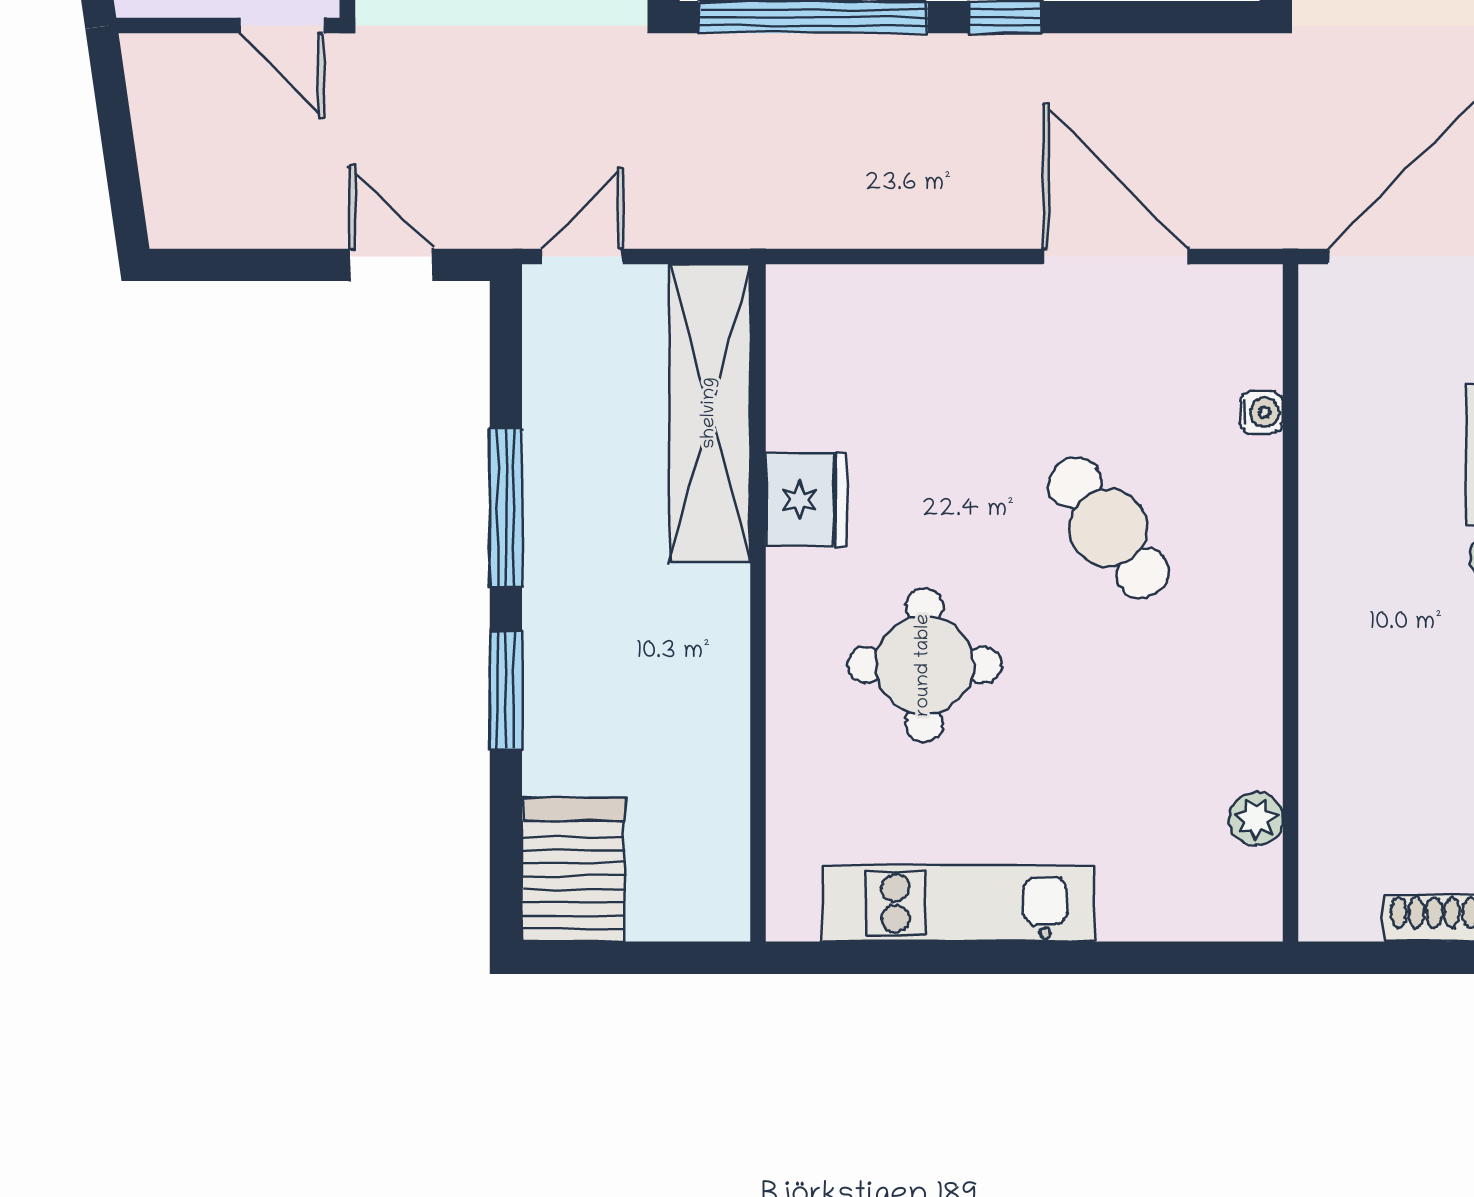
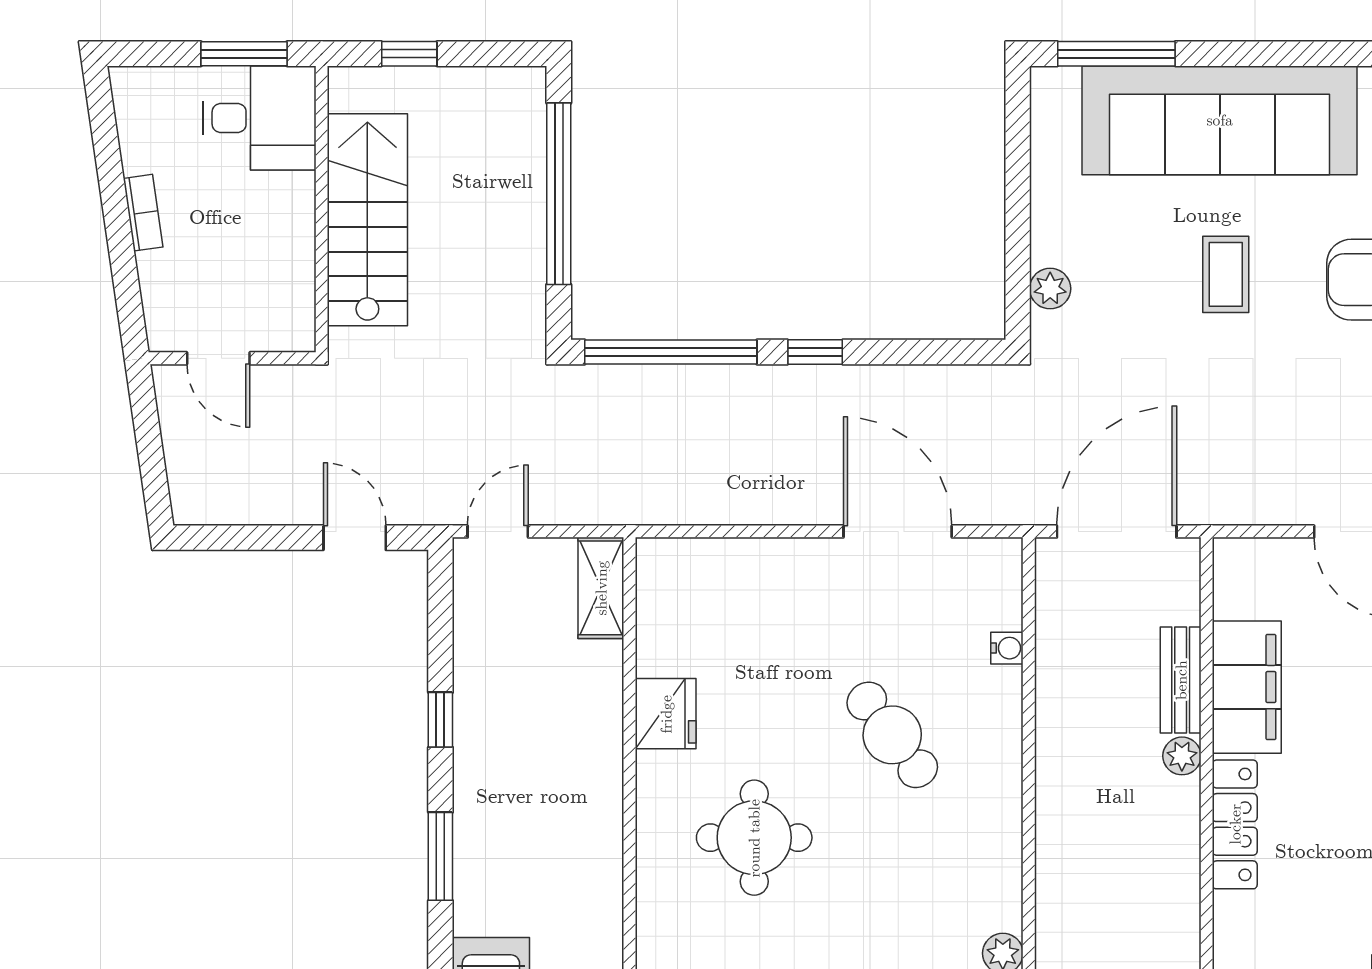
door: (282, 25) -> (218, 358), moved
shelving: (710, 413) -> (601, 588), width x0.45, depth x0.75
window: (506, 508) -> (440, 720), width x0.46

